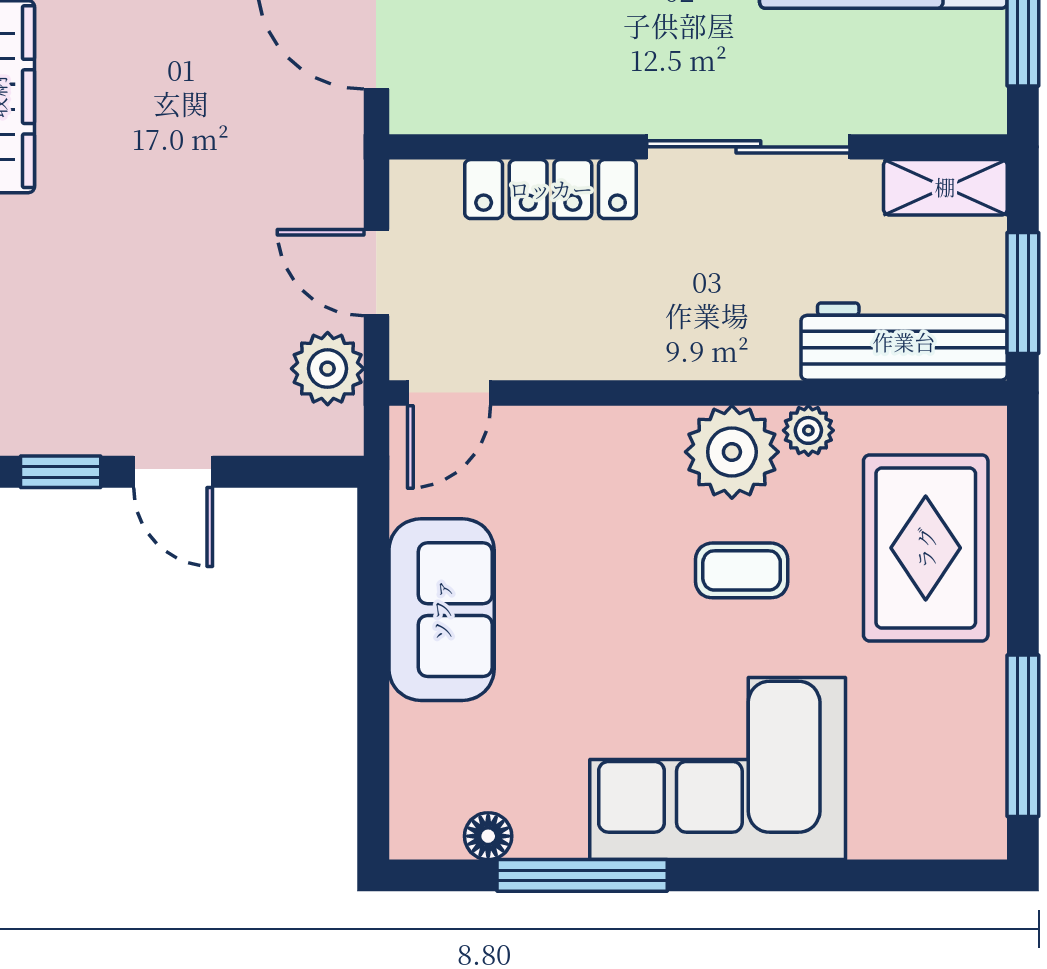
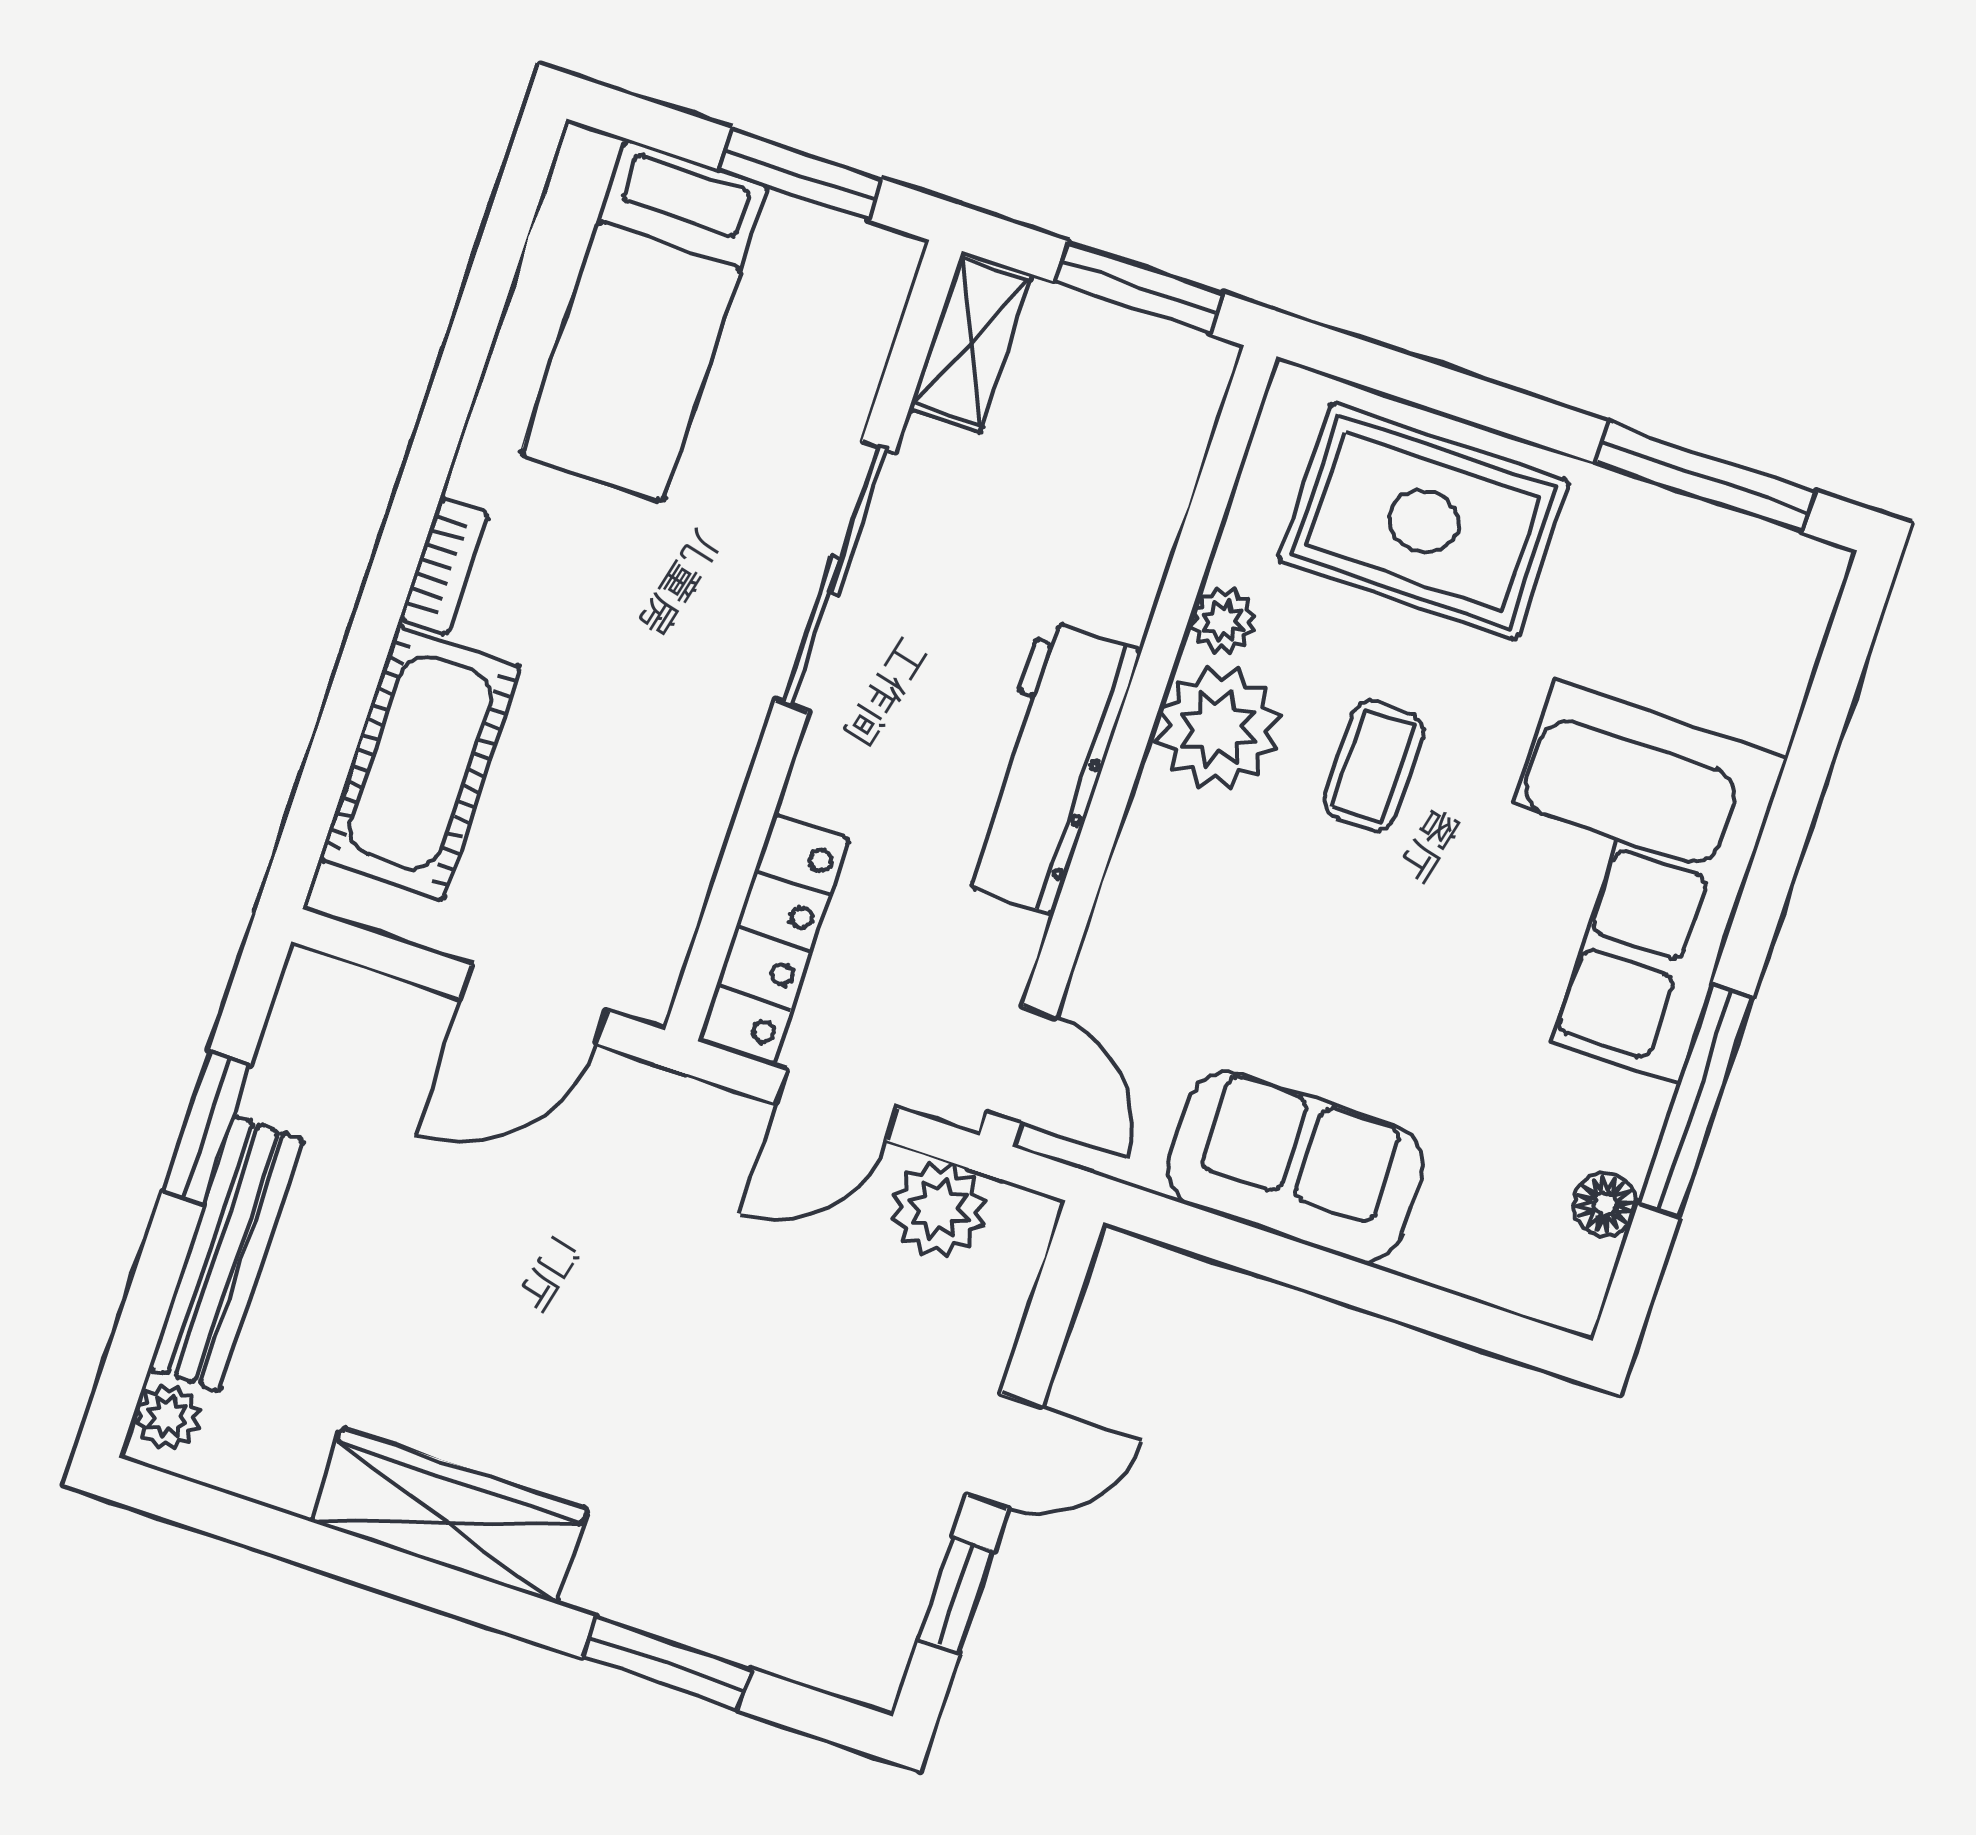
locker: (551, 189) -> (773, 940), moved
workbench: (904, 342) -> (1048, 766), moved

